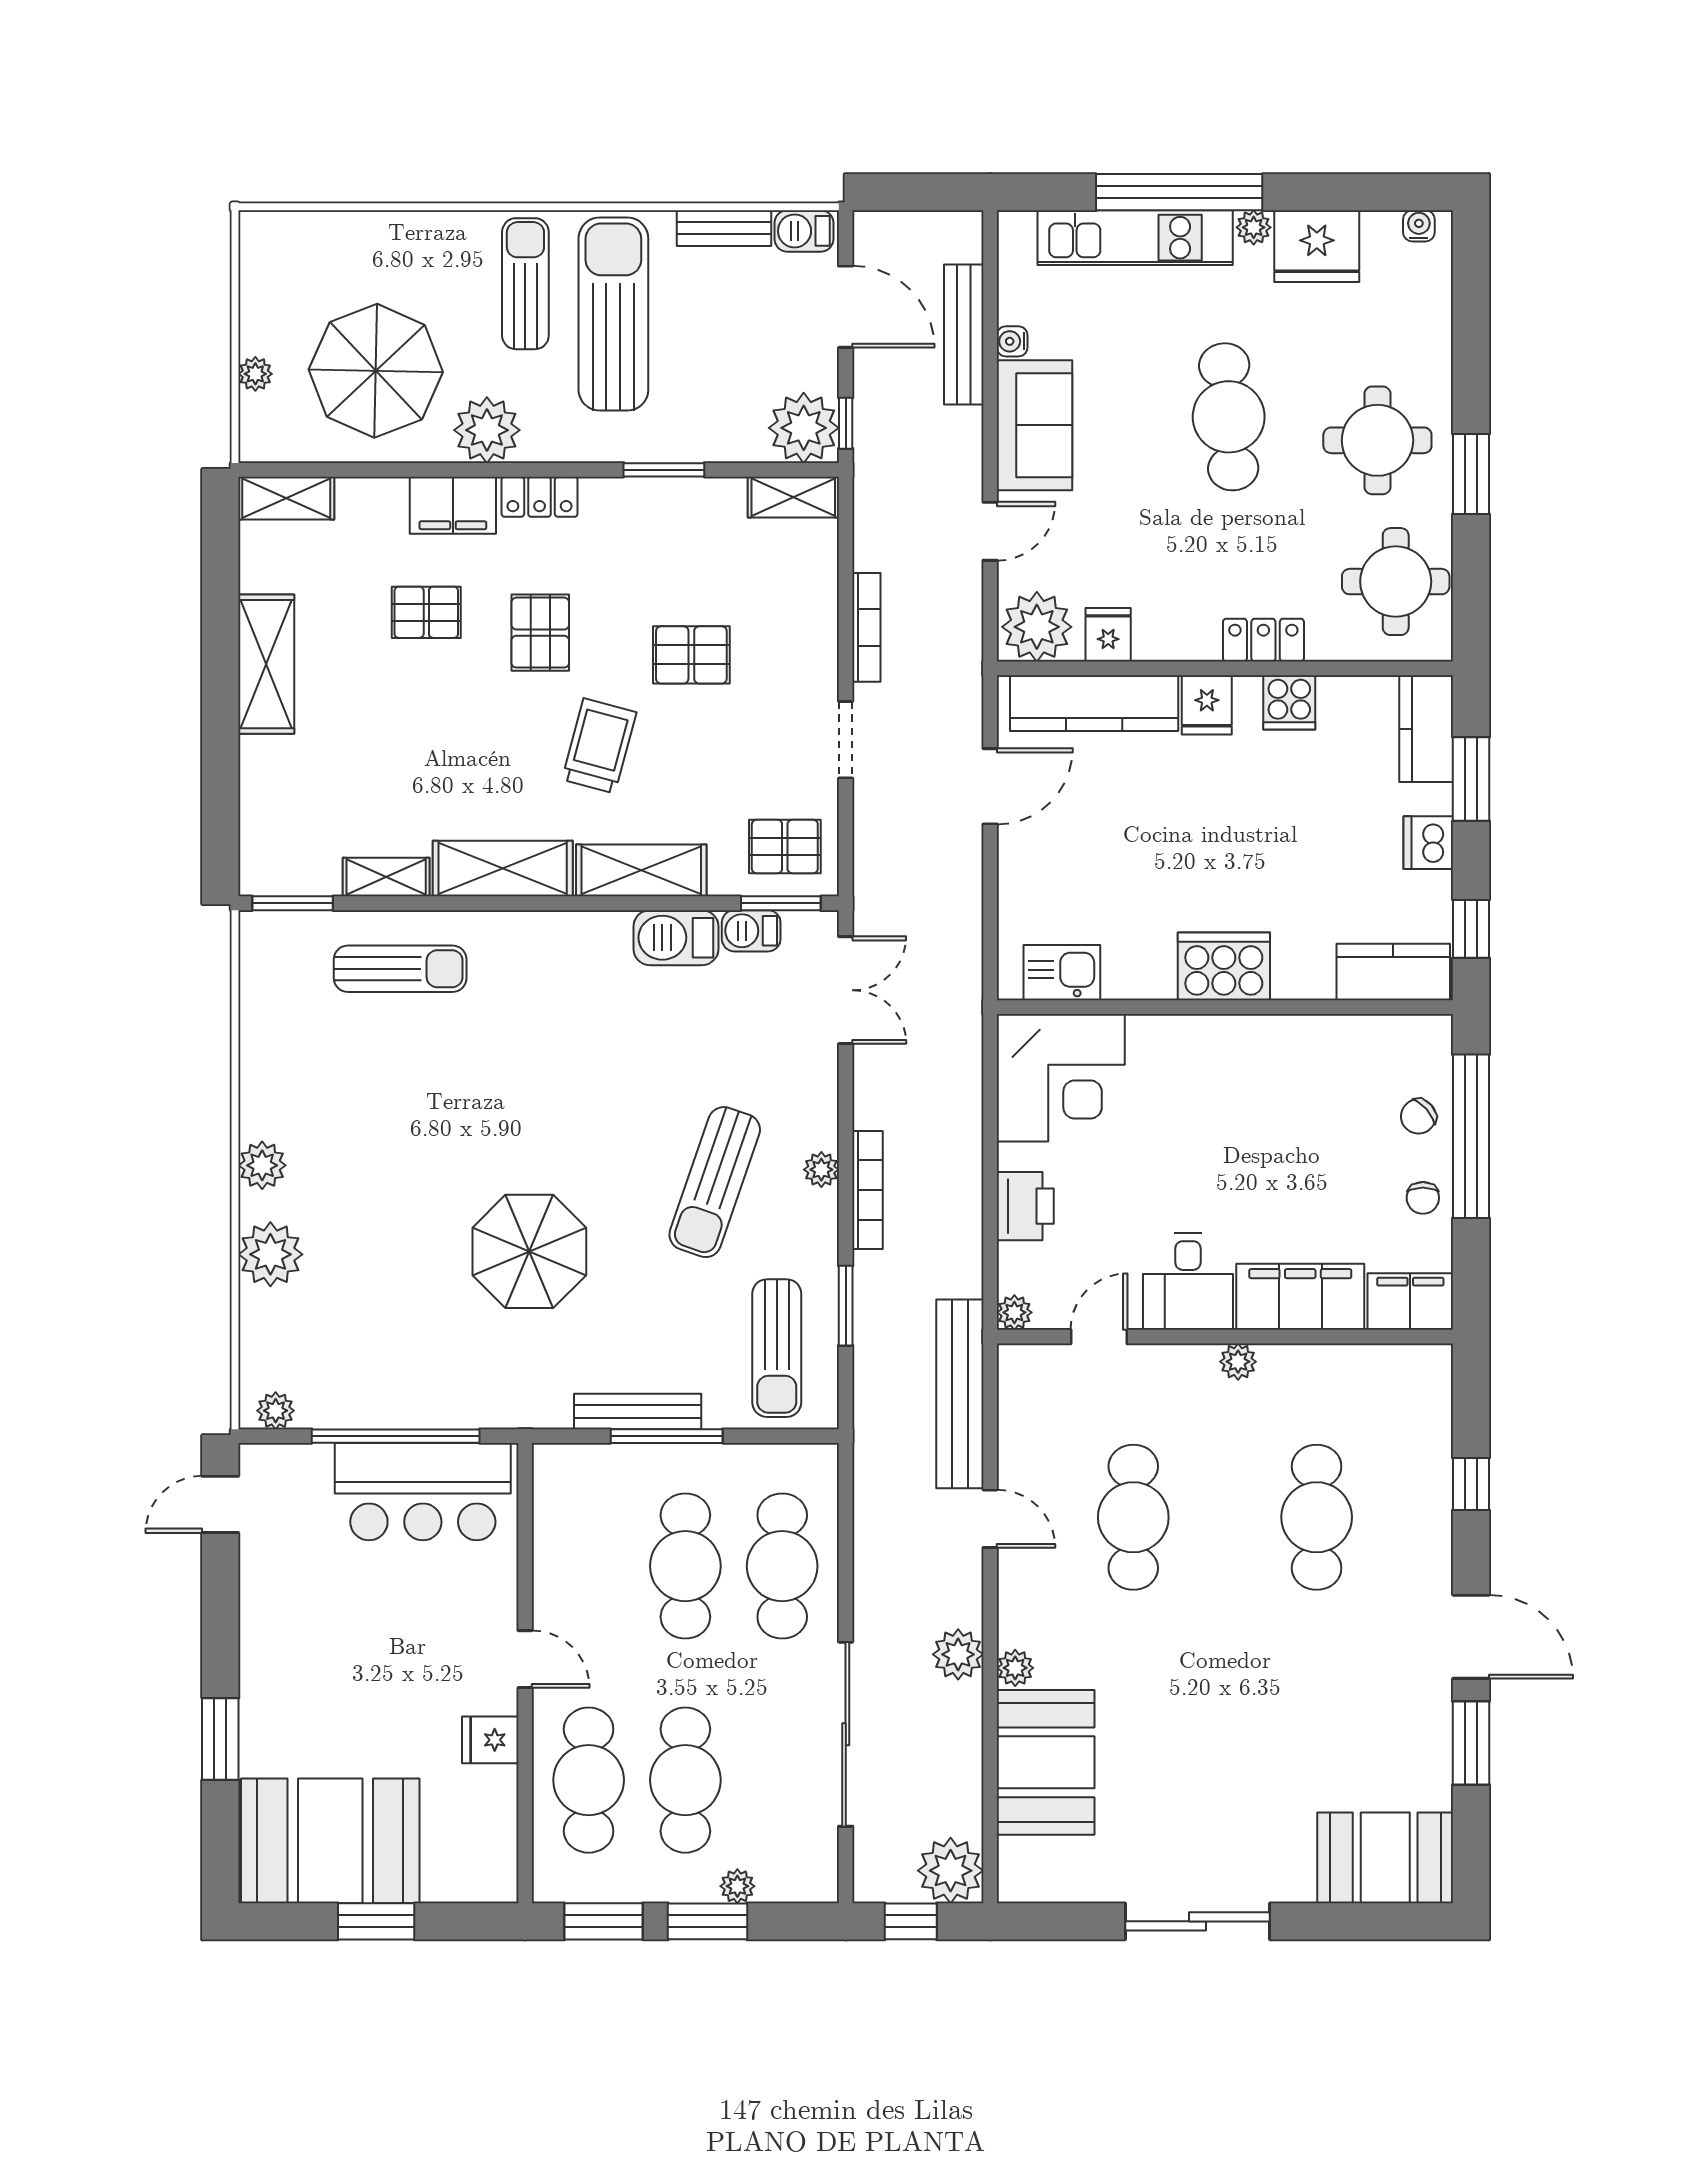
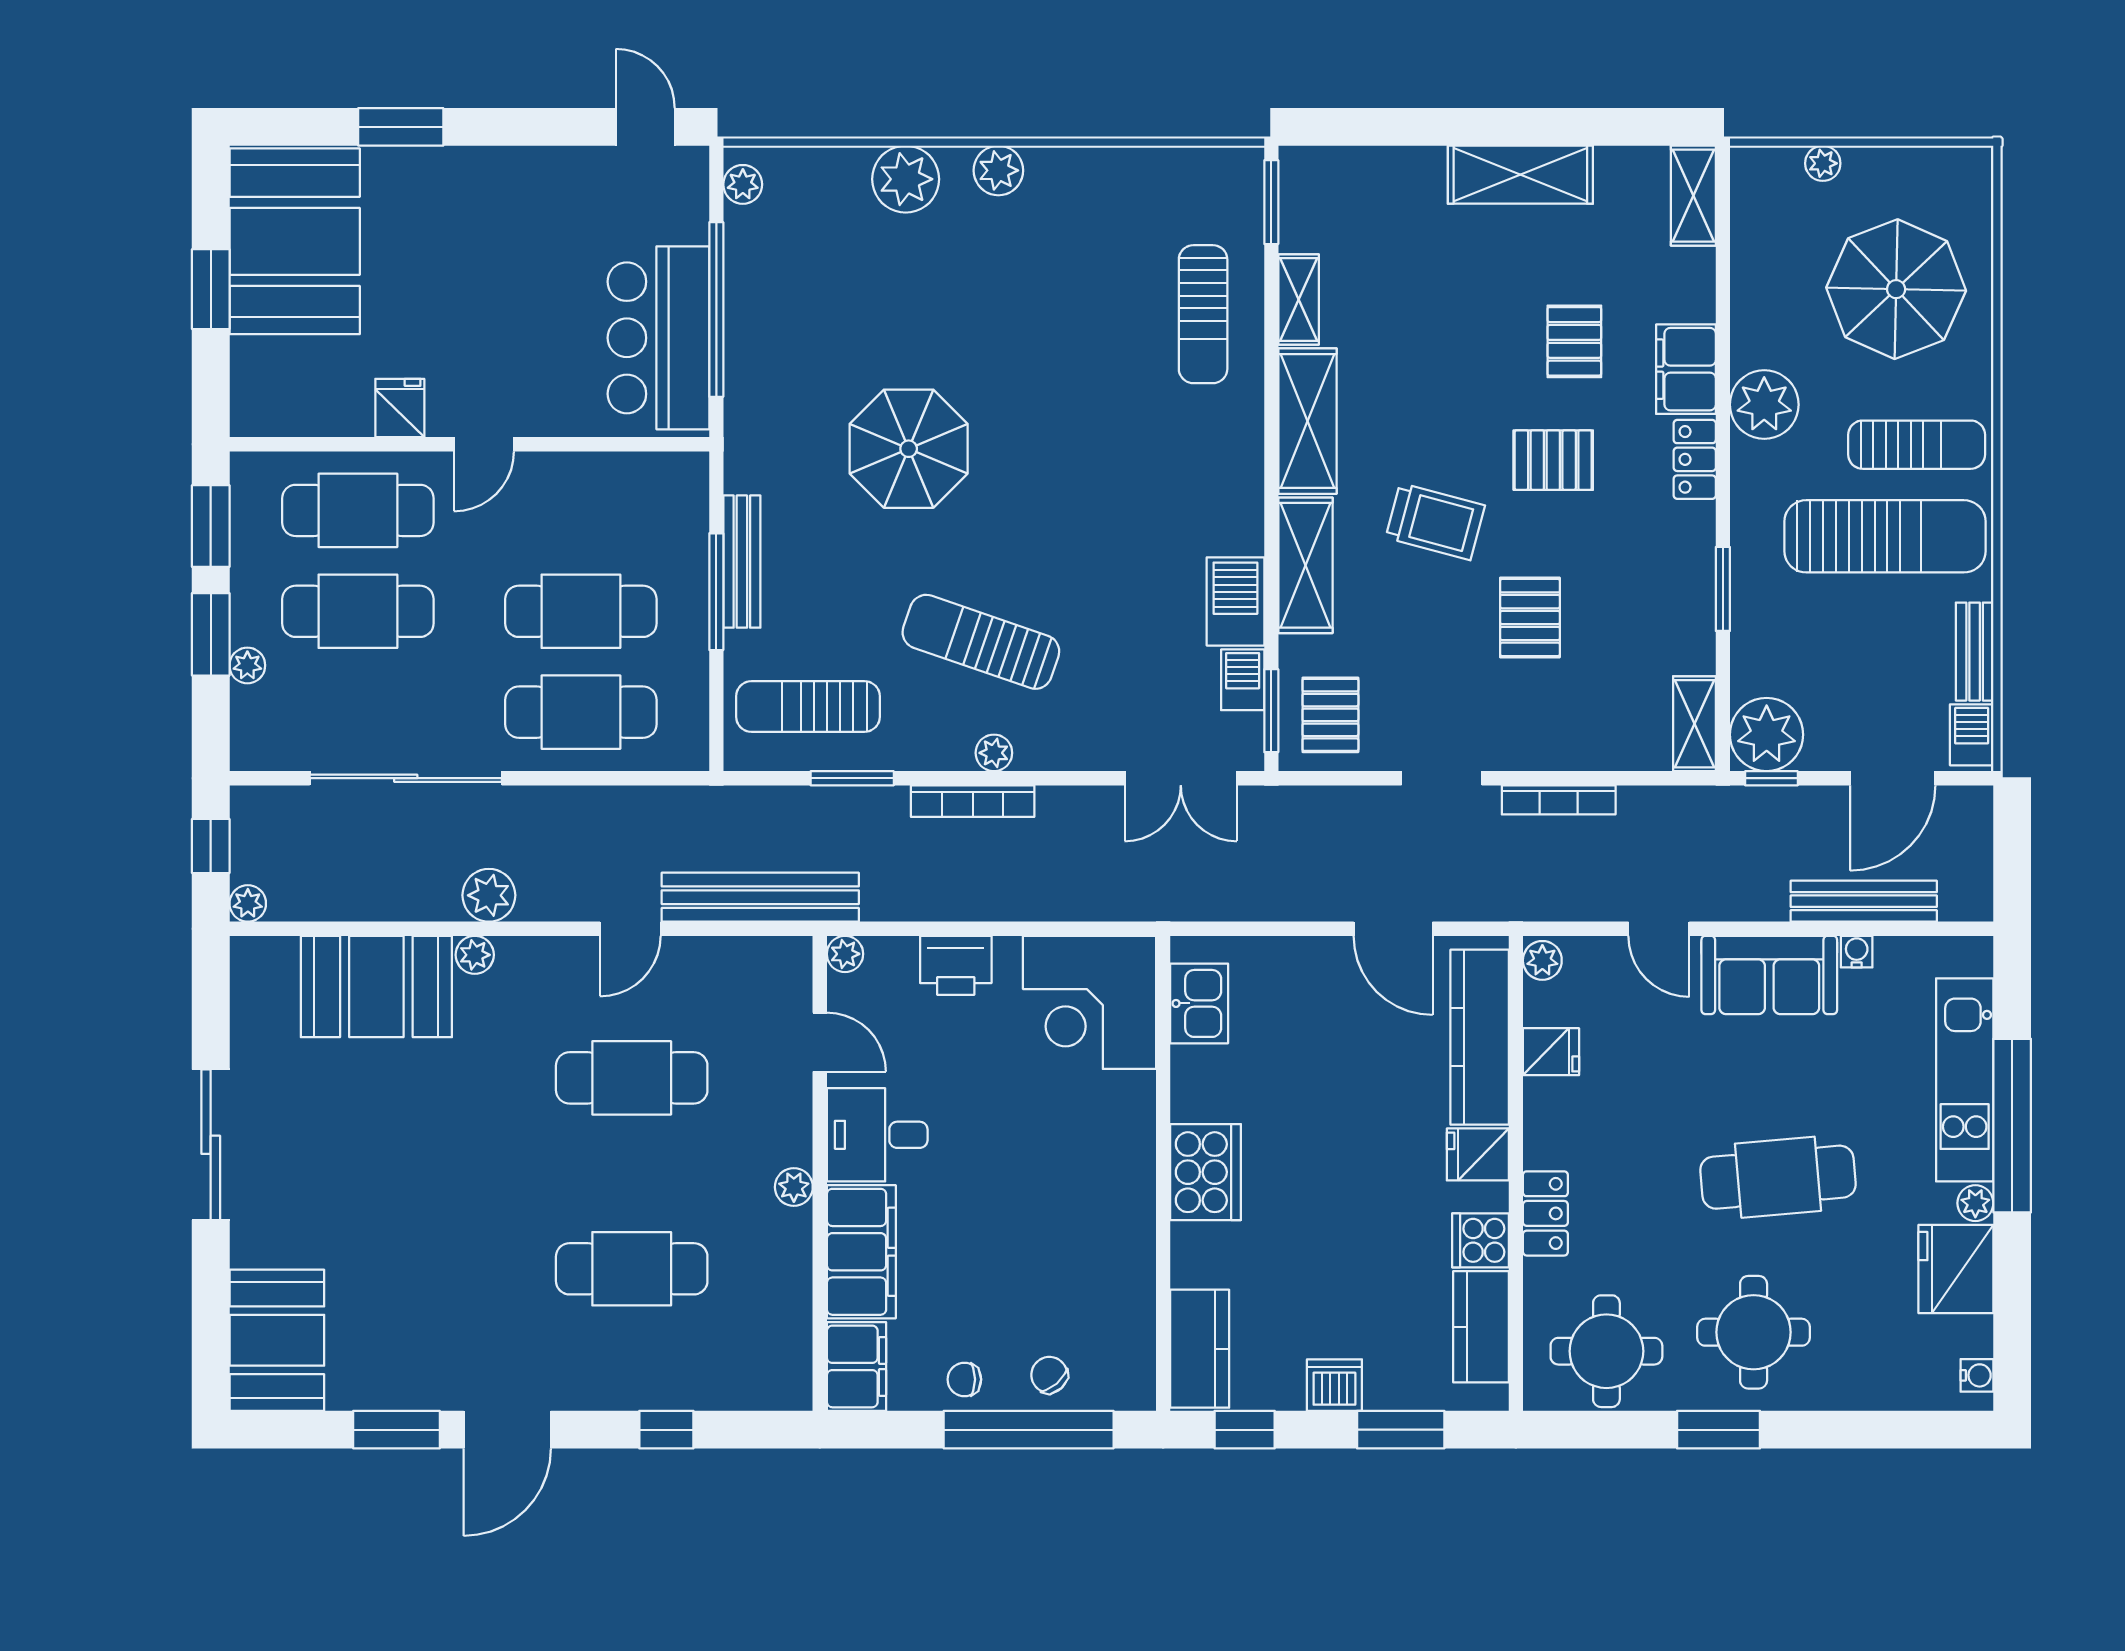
parasol: (376, 371) -> (1896, 289), moved
plant: (1037, 627) -> (1542, 960), width x0.53, depth x0.53
kitchen counter: (1426, 729) -> (1481, 1327), moved, turned -90
plant: (951, 1871) -> (248, 903), width x0.53, depth x0.53

